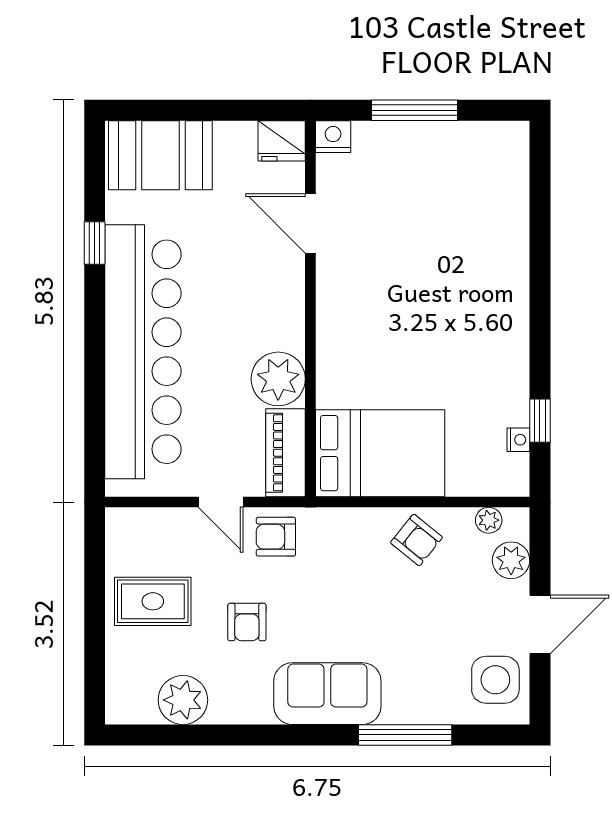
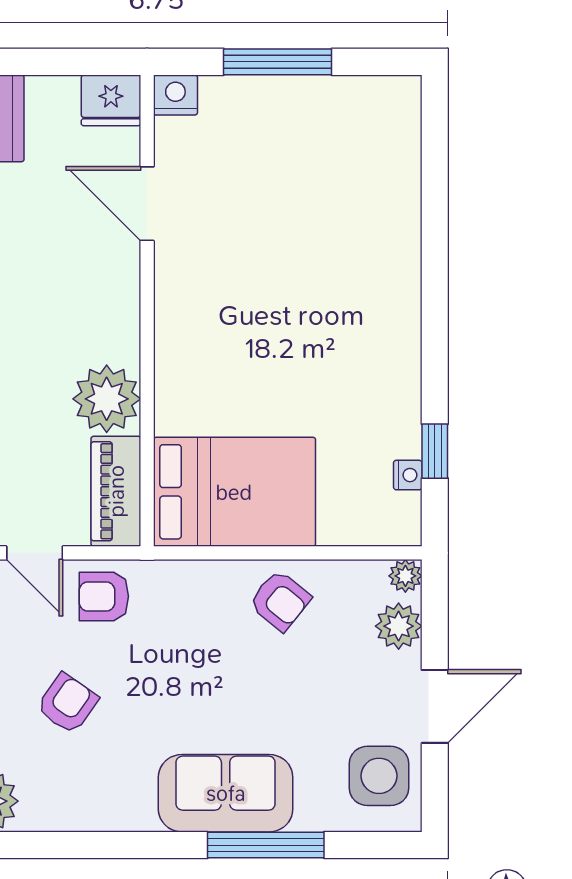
plant: (489, 520) -> (405, 576), moved
armchair: (247, 622) -> (67, 704), turned -145
sofa: (327, 694) -> (226, 793), moved

